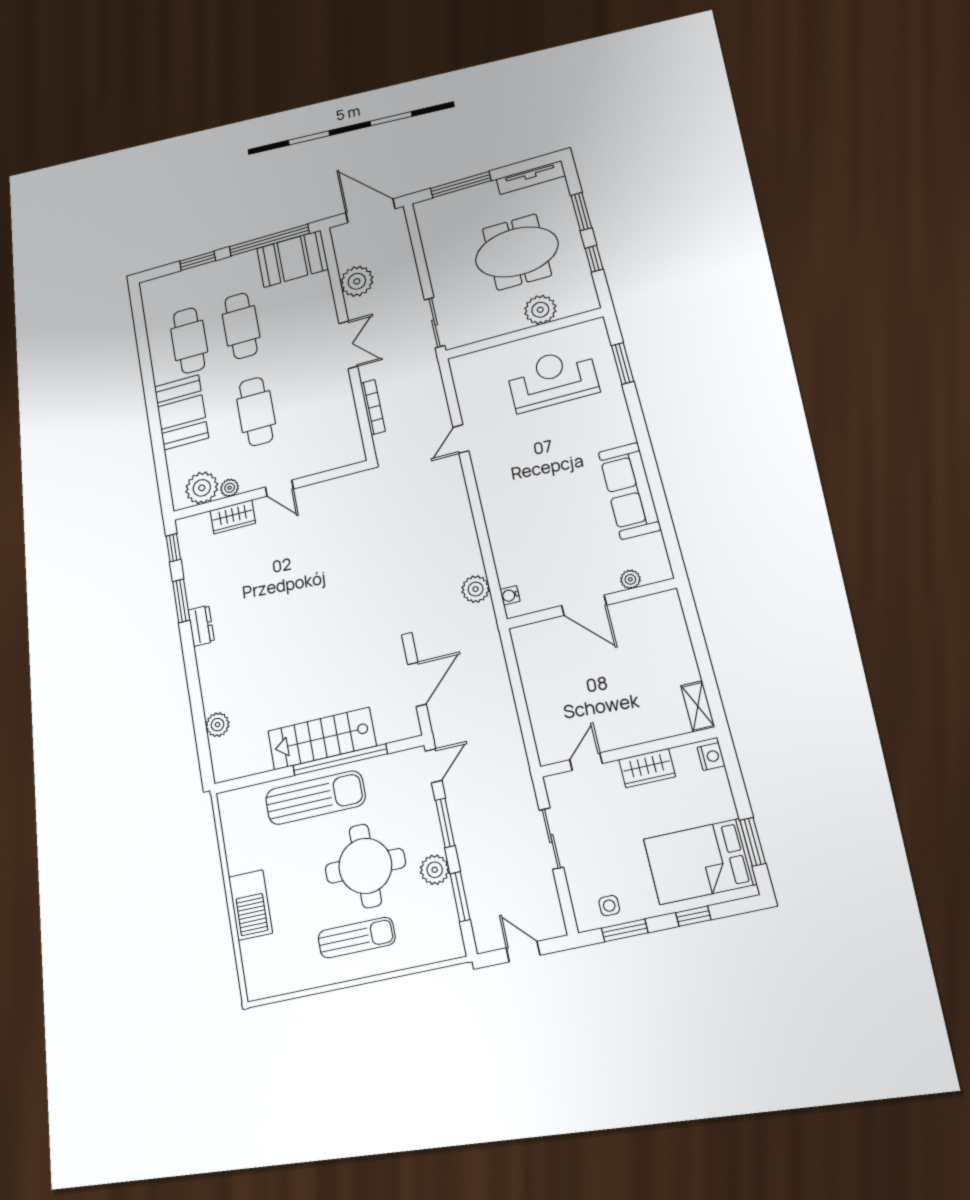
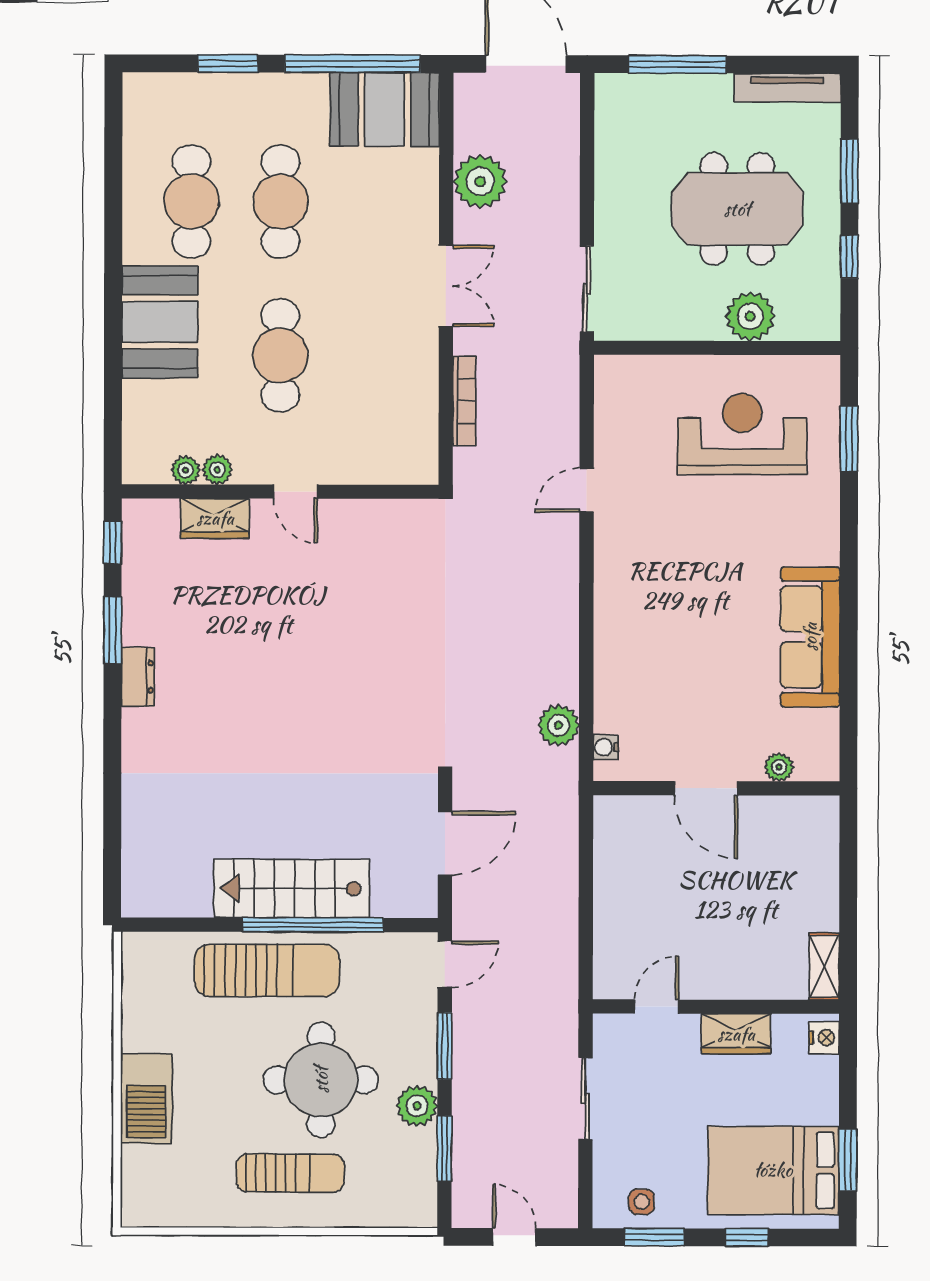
plant: (202, 488) -> (186, 470), width x0.53, depth x0.53
plant: (217, 725) -> (139, 832), removed

